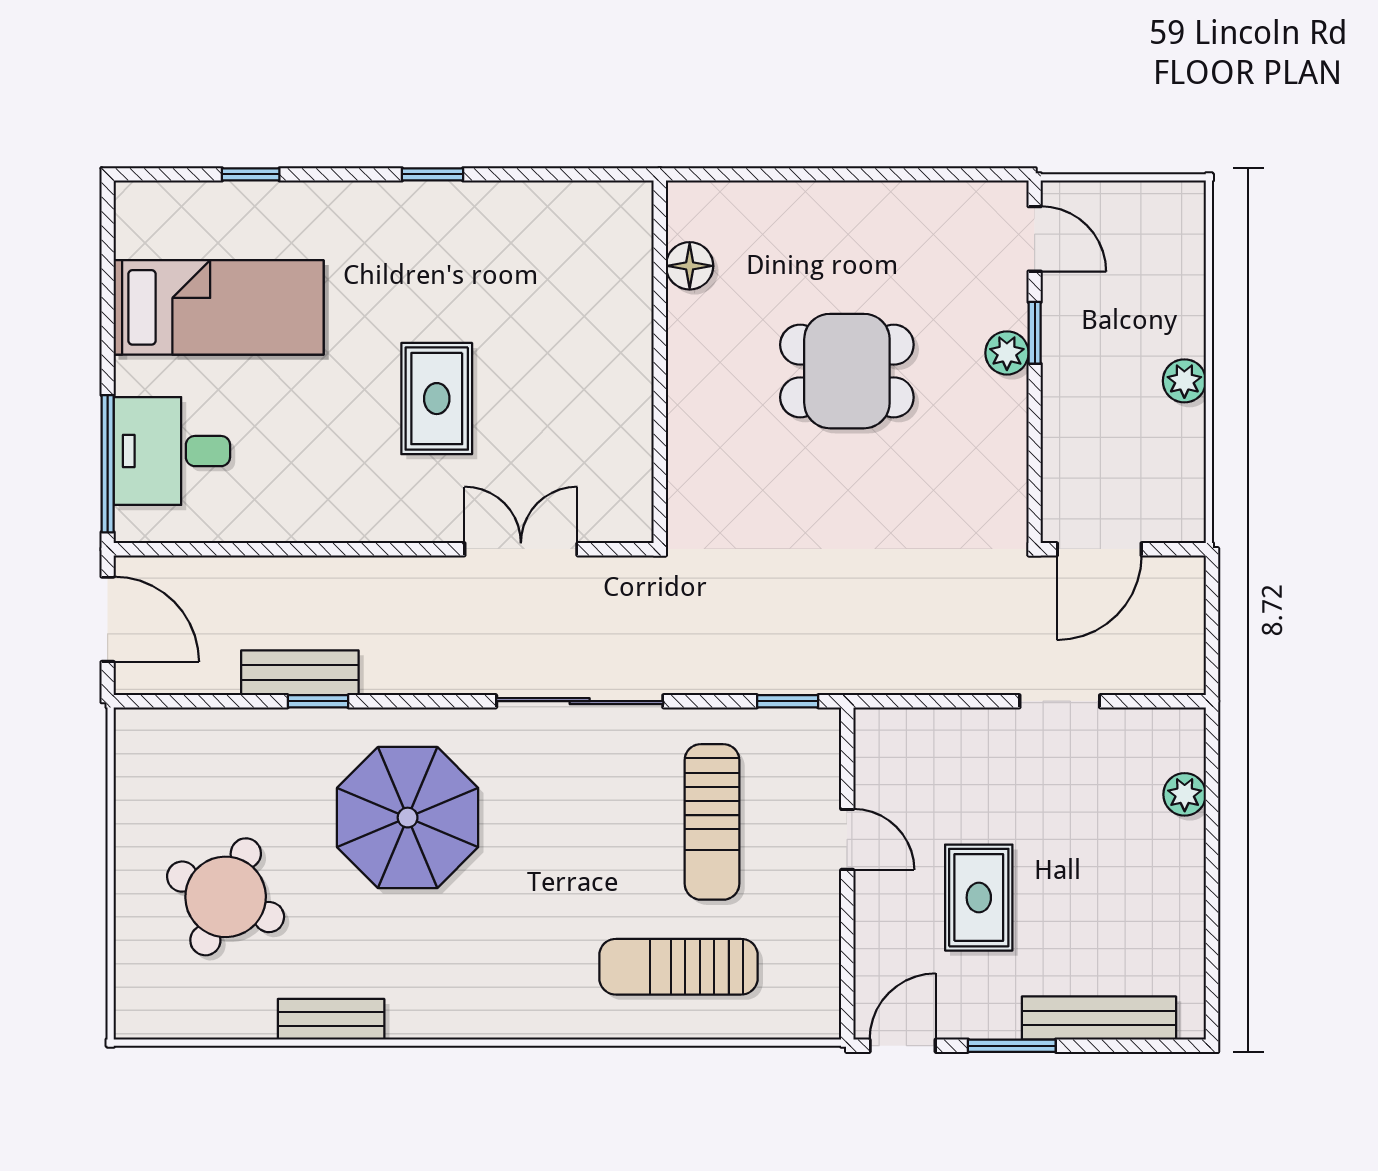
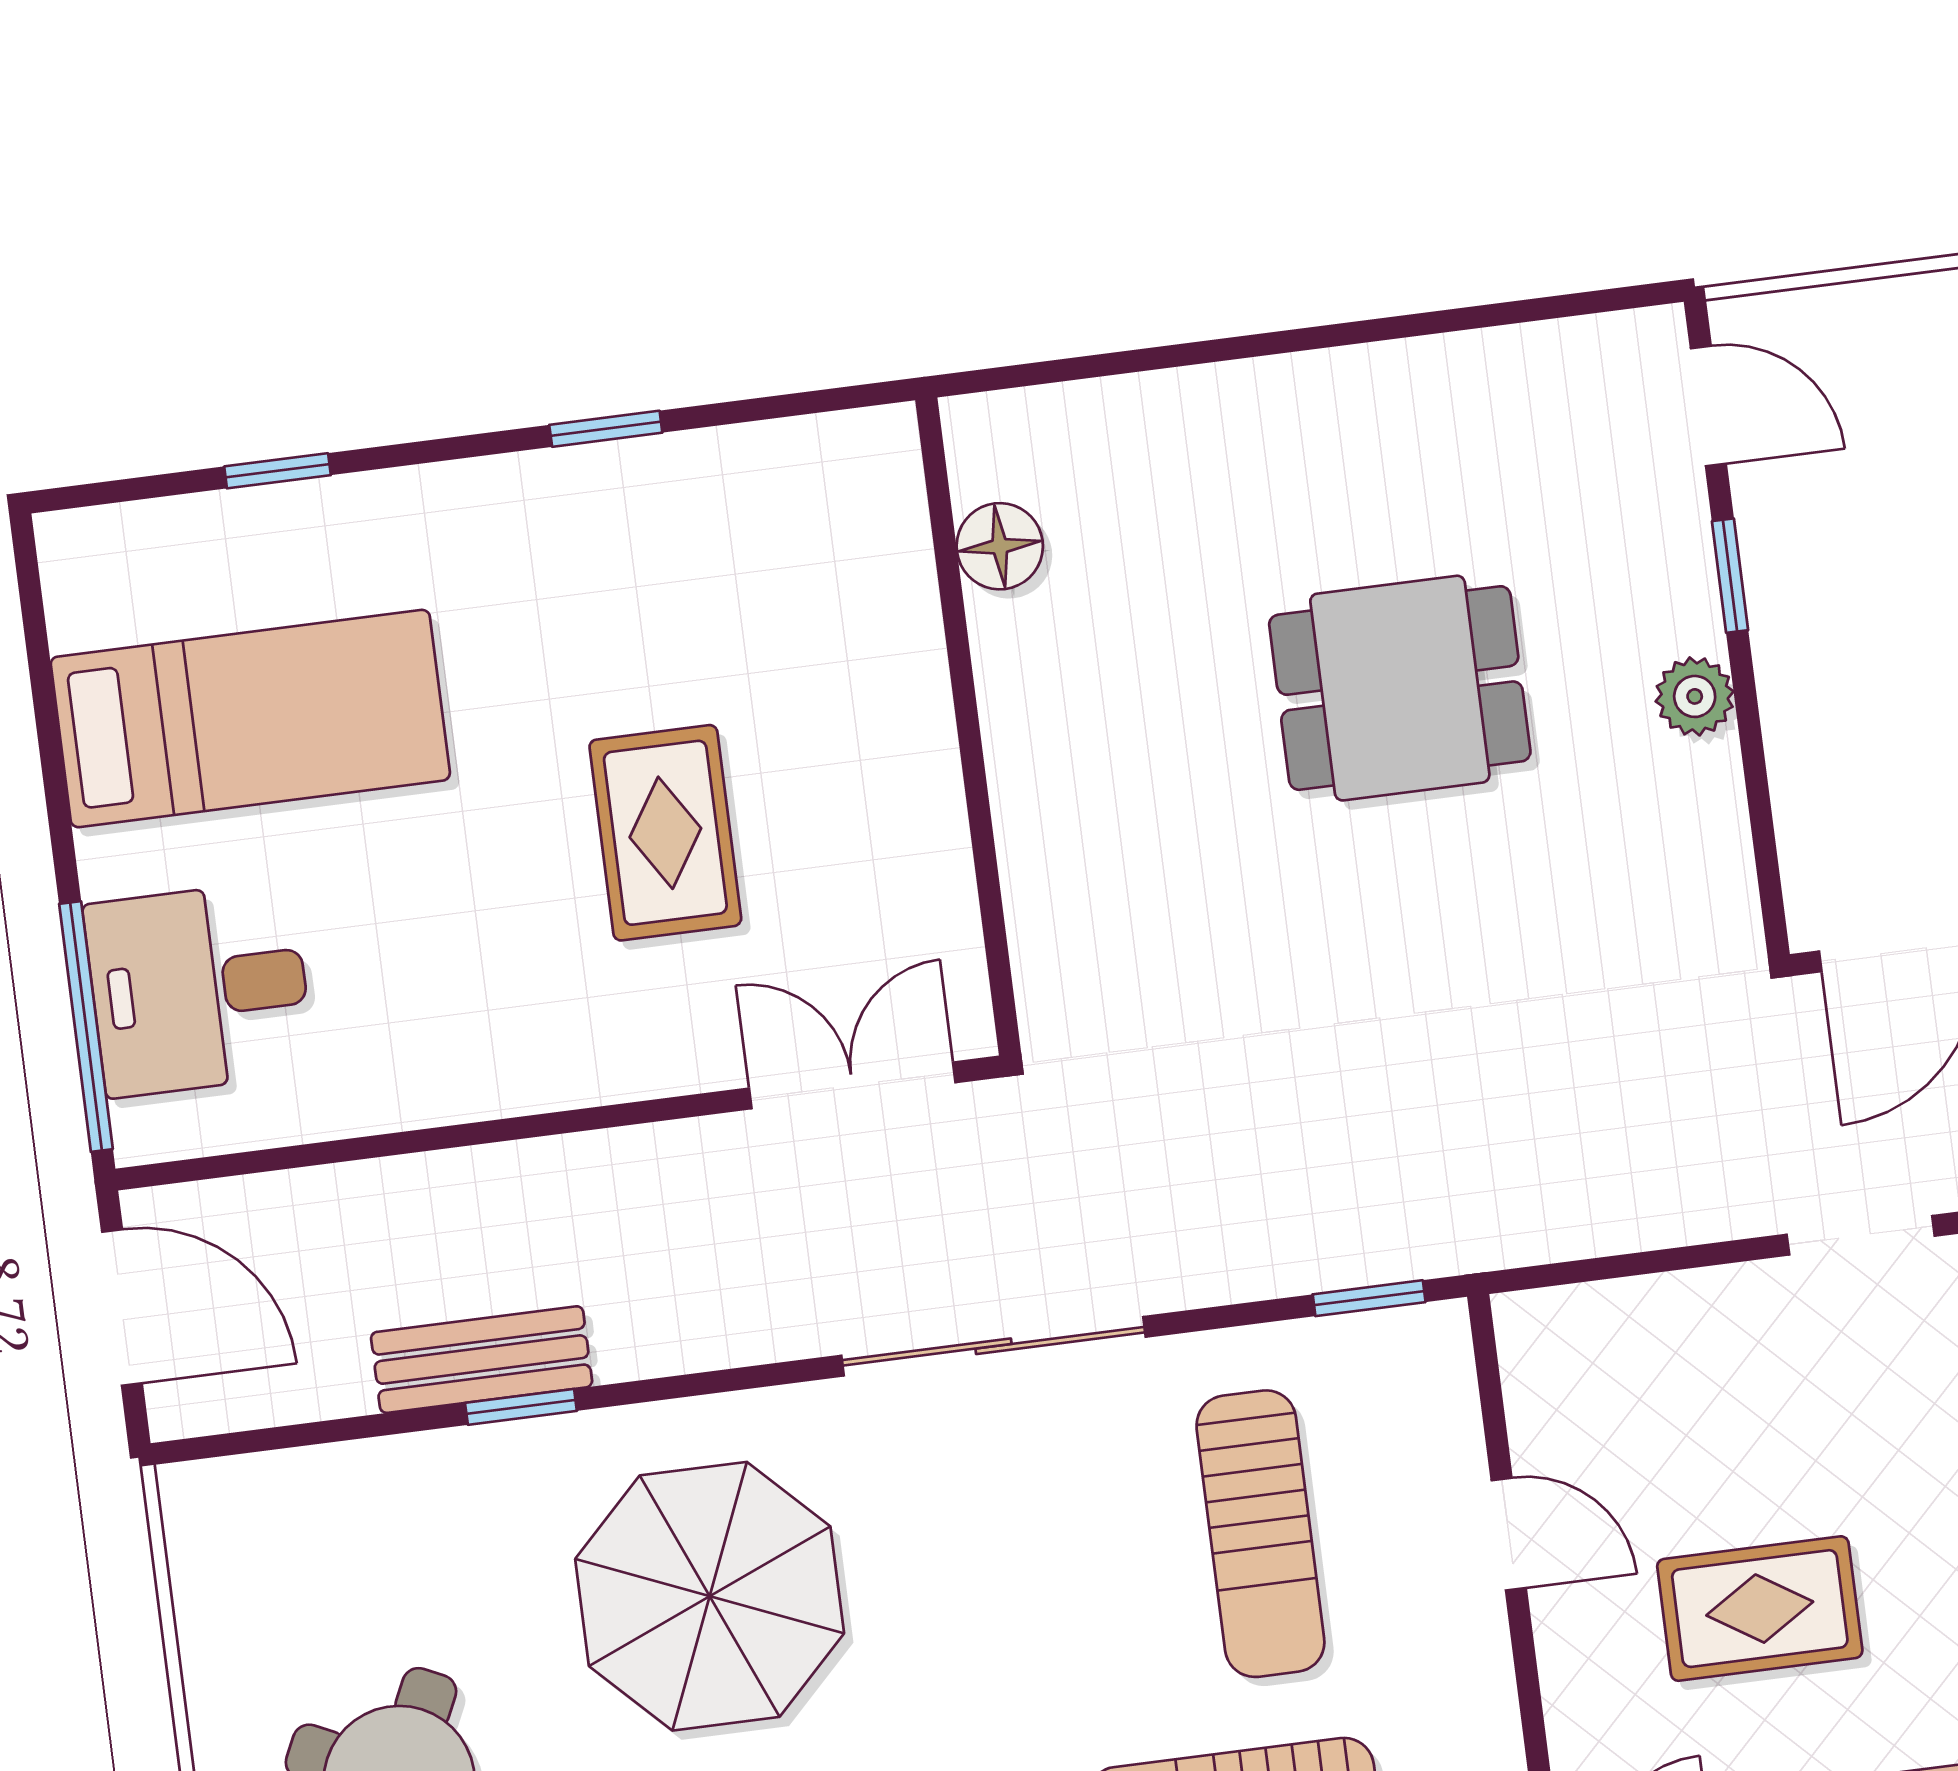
floor lamp: (690, 266) -> (1000, 546), moved
plant: (1007, 353) -> (1695, 696), moved
wall: (660, 362) -> (968, 726), moved
rug: (979, 898) -> (1760, 1609), turned 90

